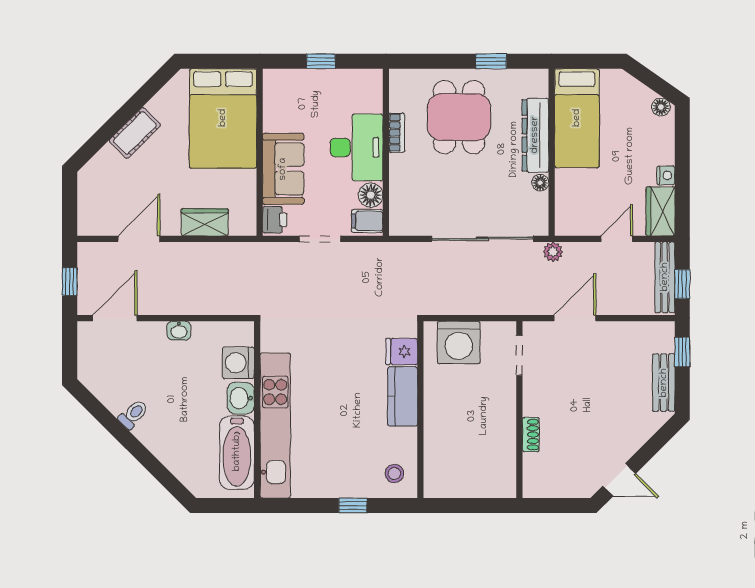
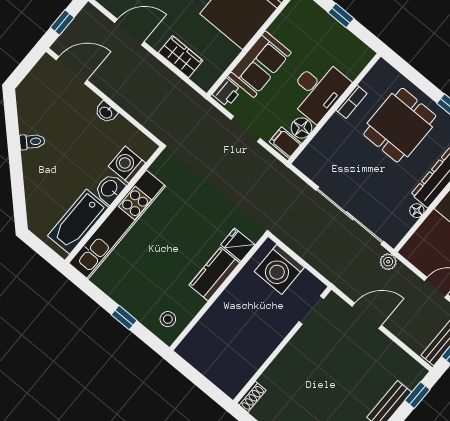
shoe rack: (531, 435) -> (251, 397), moved

